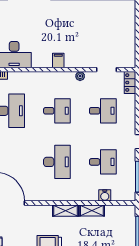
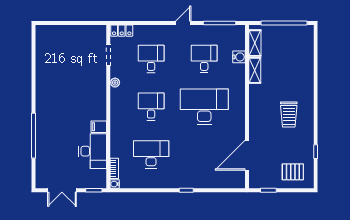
filing cabinet: (58, 60) -> (99, 127), moved
desk: (57, 162) -> (204, 107), width x1.36, depth x1.30
shelving: (65, 211) -> (255, 43), moved

